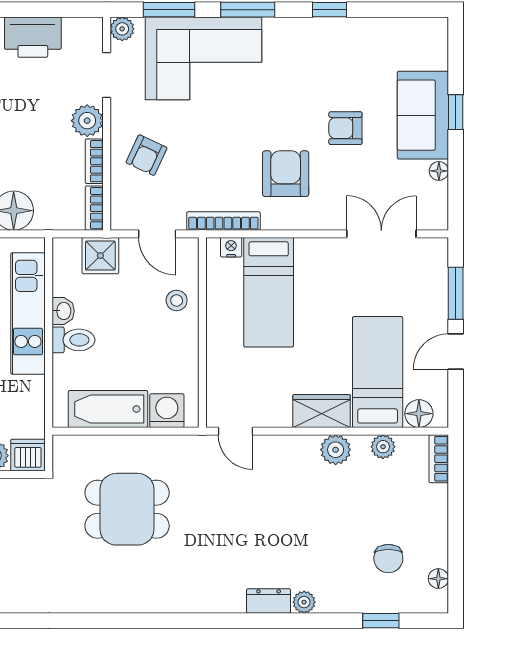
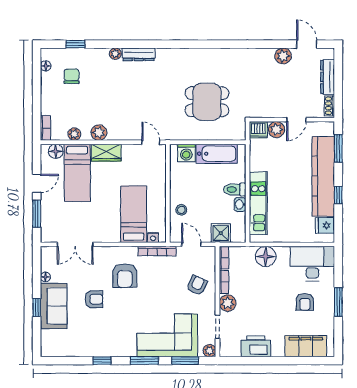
dresser: (269, 601) -> (139, 54), width x1.44

